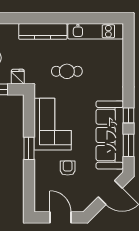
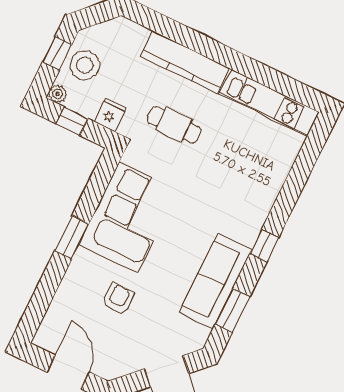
cafe table: (67, 71) -> (174, 125), moved
window: (128, 115) -> (264, 246), moved
sofa: (110, 135) -> (215, 281), width x0.74, depth x0.79

